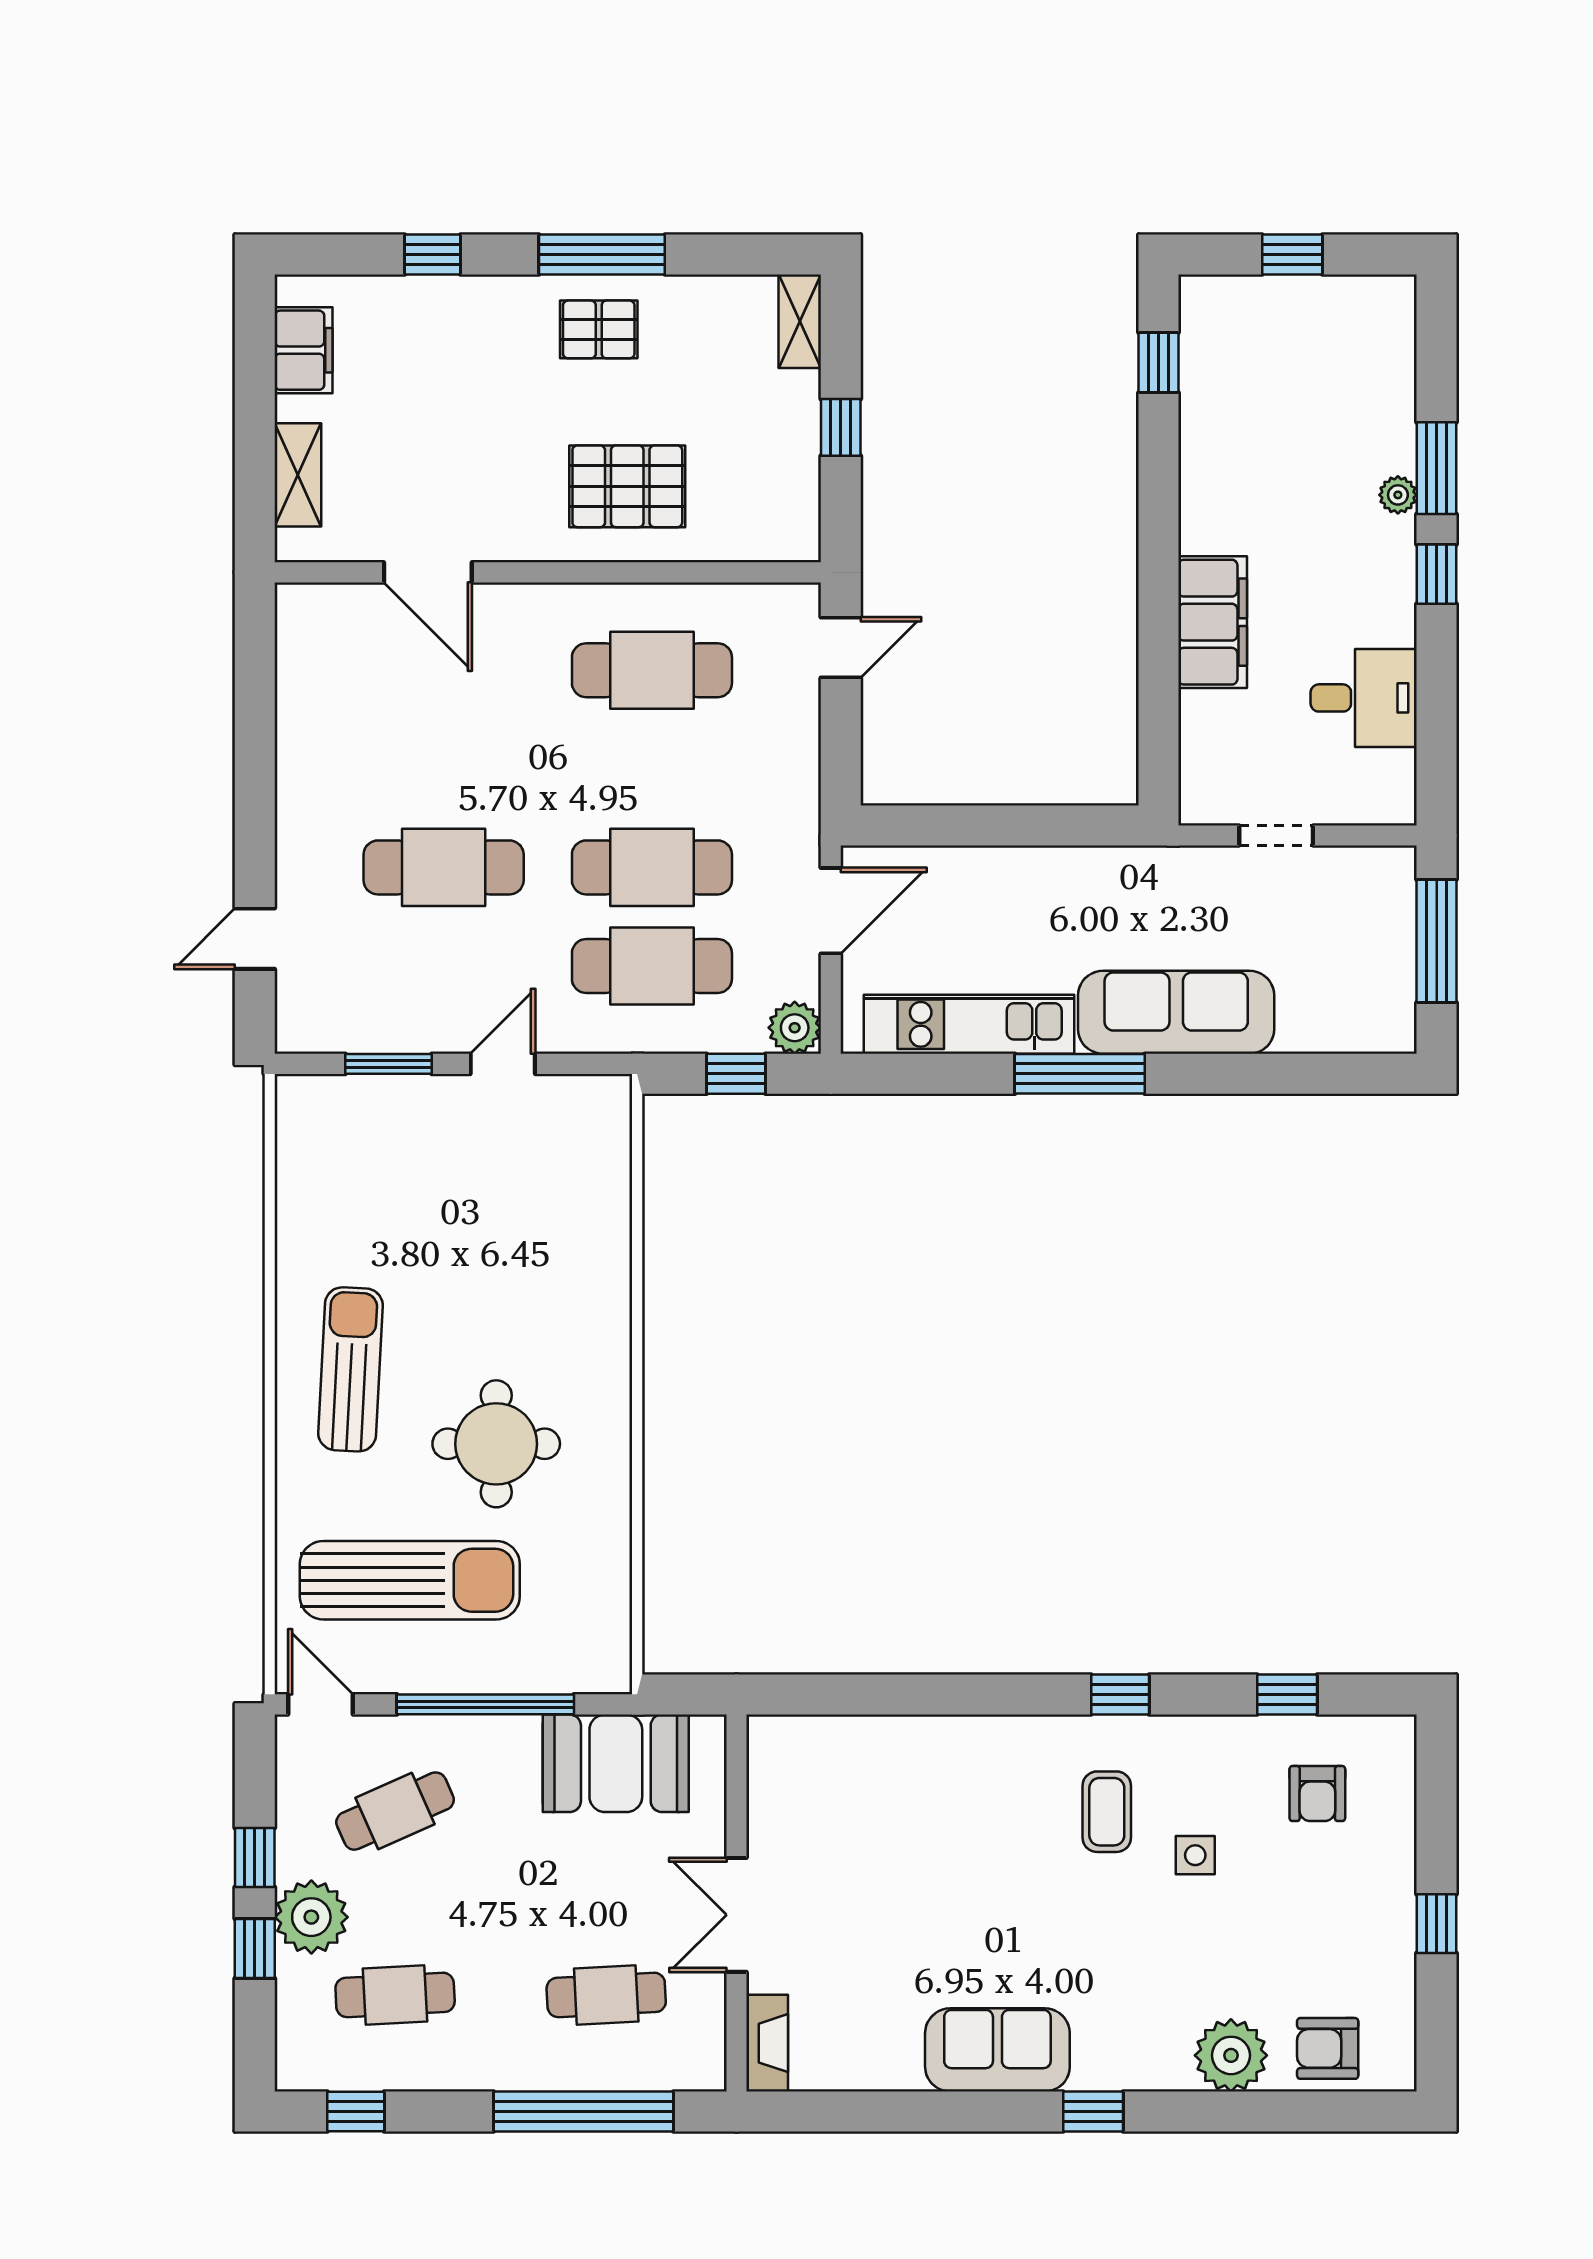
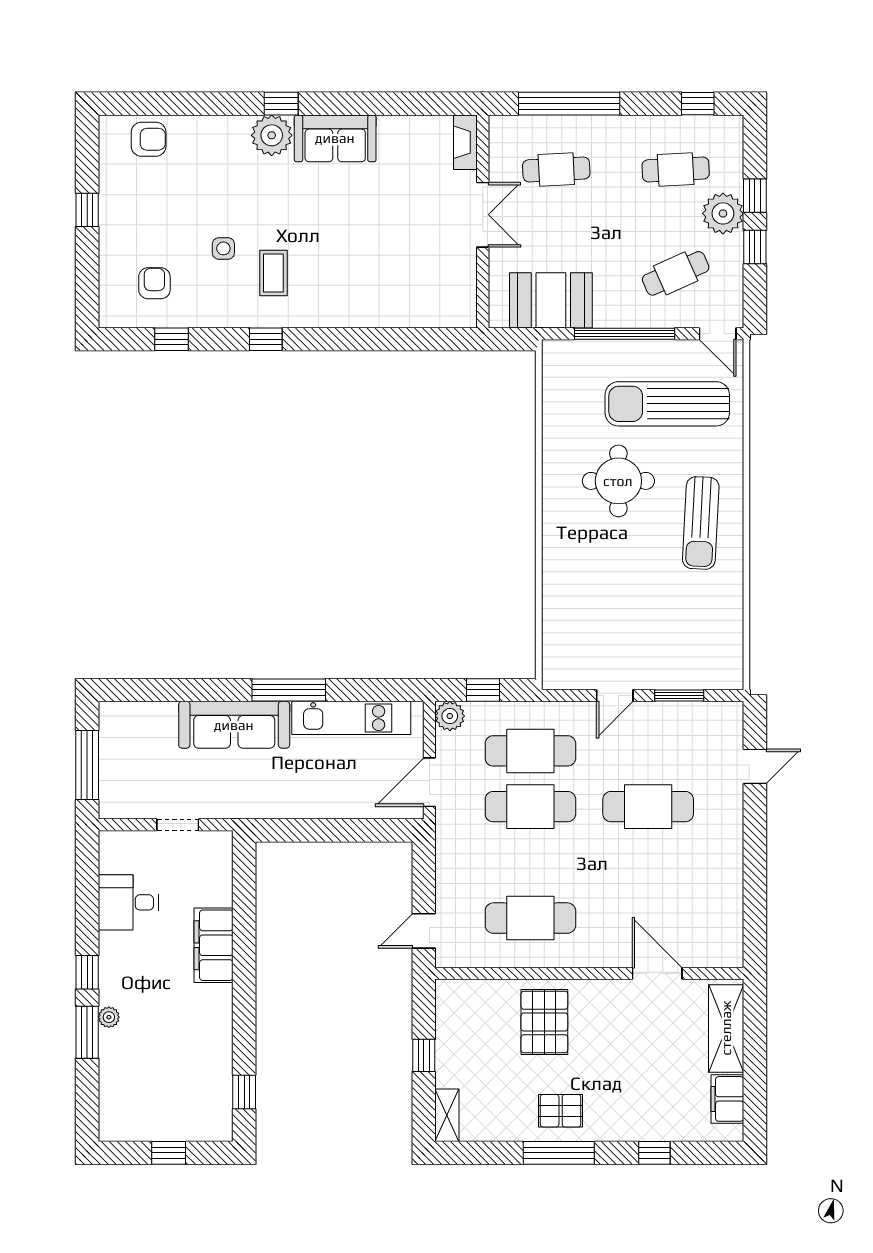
shelving: (298, 475) -> (726, 1028), width x1.50, depth x1.33
pallet: (627, 486) -> (544, 1022), turned 90
plant: (1231, 2055) -> (272, 135), moved

